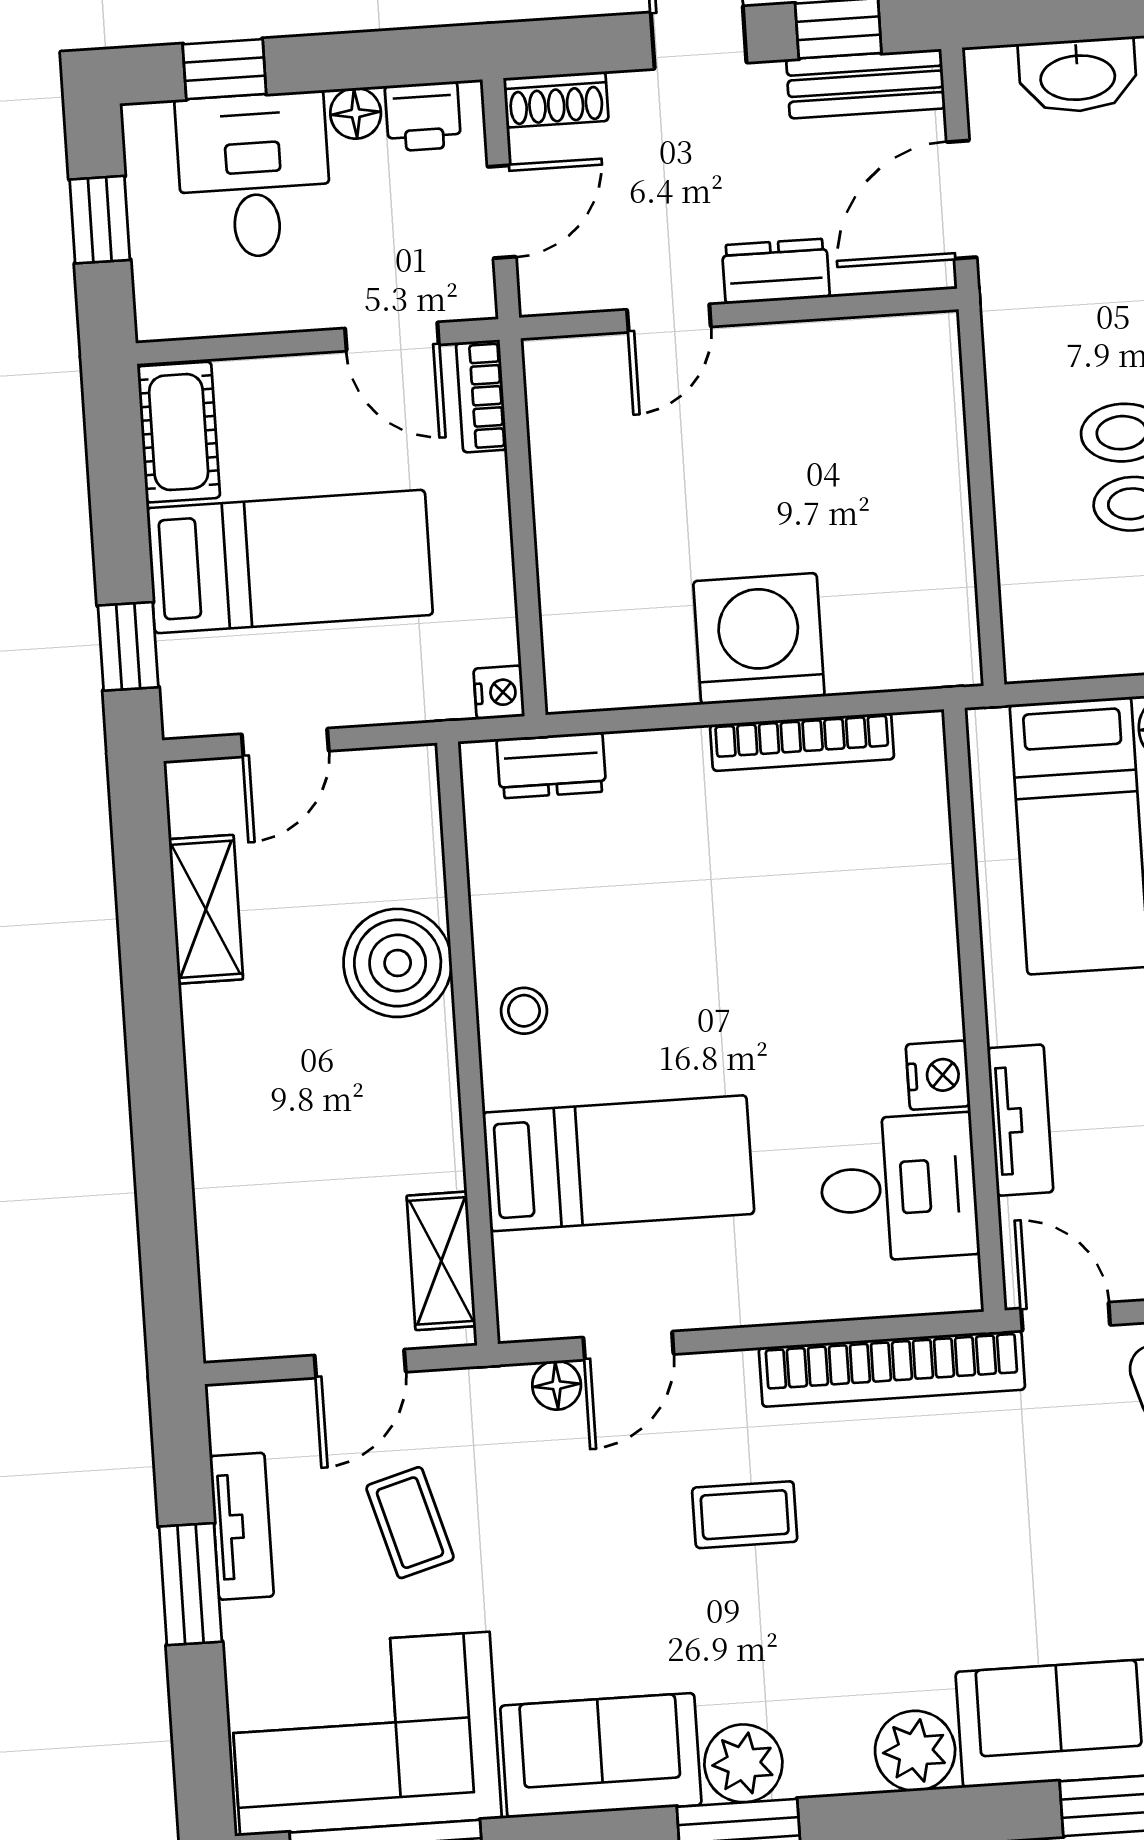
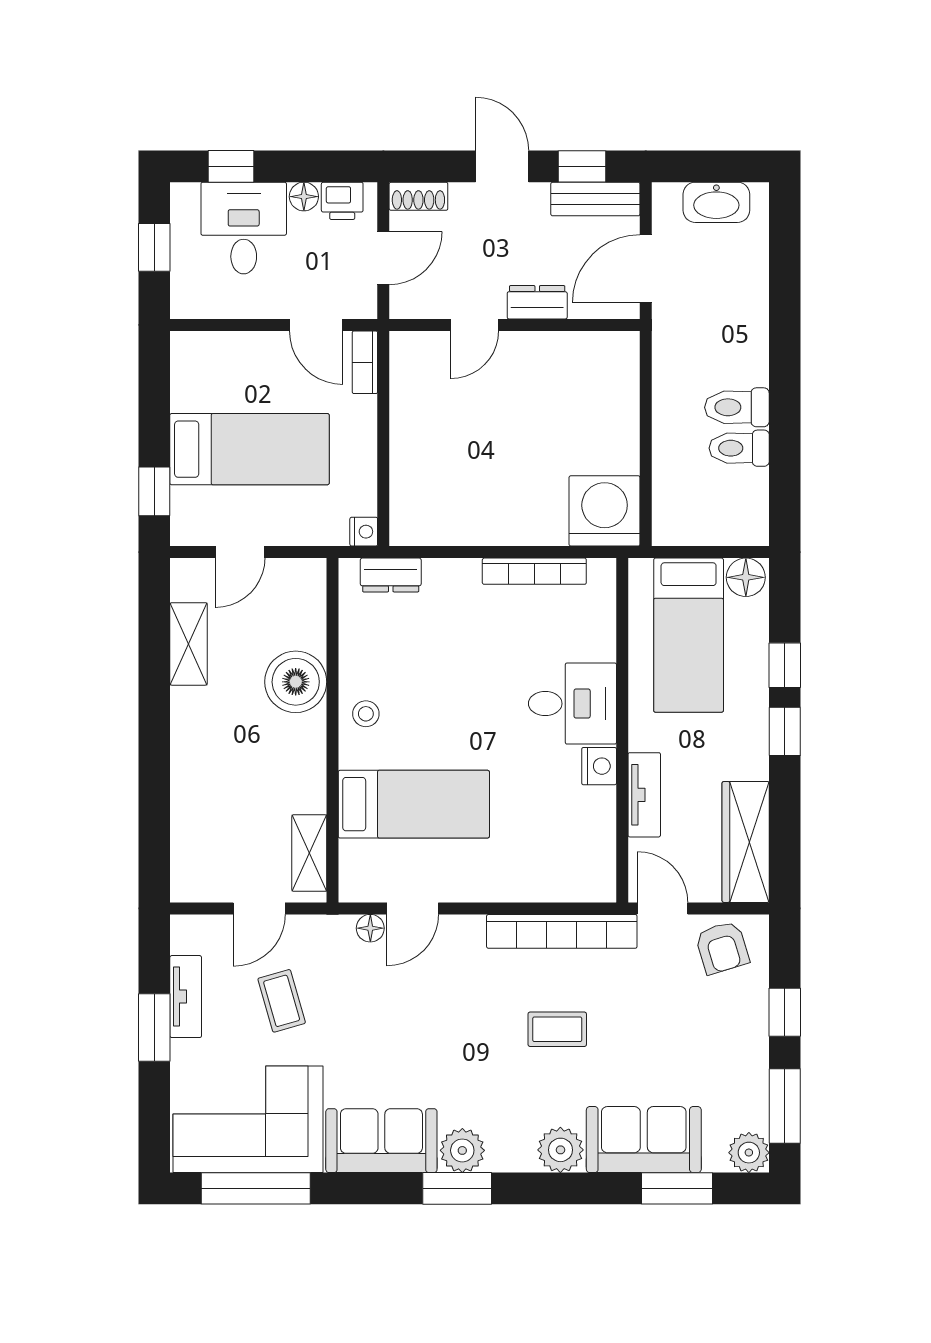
cot: (179, 432) -> (191, 371), removed
washing machine: (759, 639) -> (605, 511), moved
desk: (899, 1188) -> (572, 704), moved
coffee table: (745, 1515) -> (557, 1029), moved

